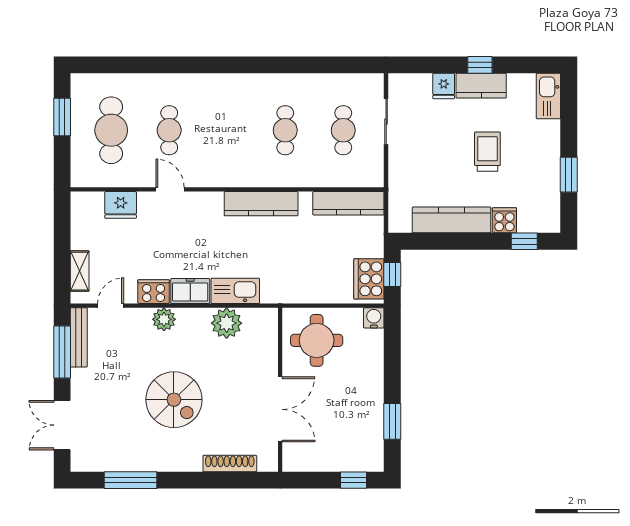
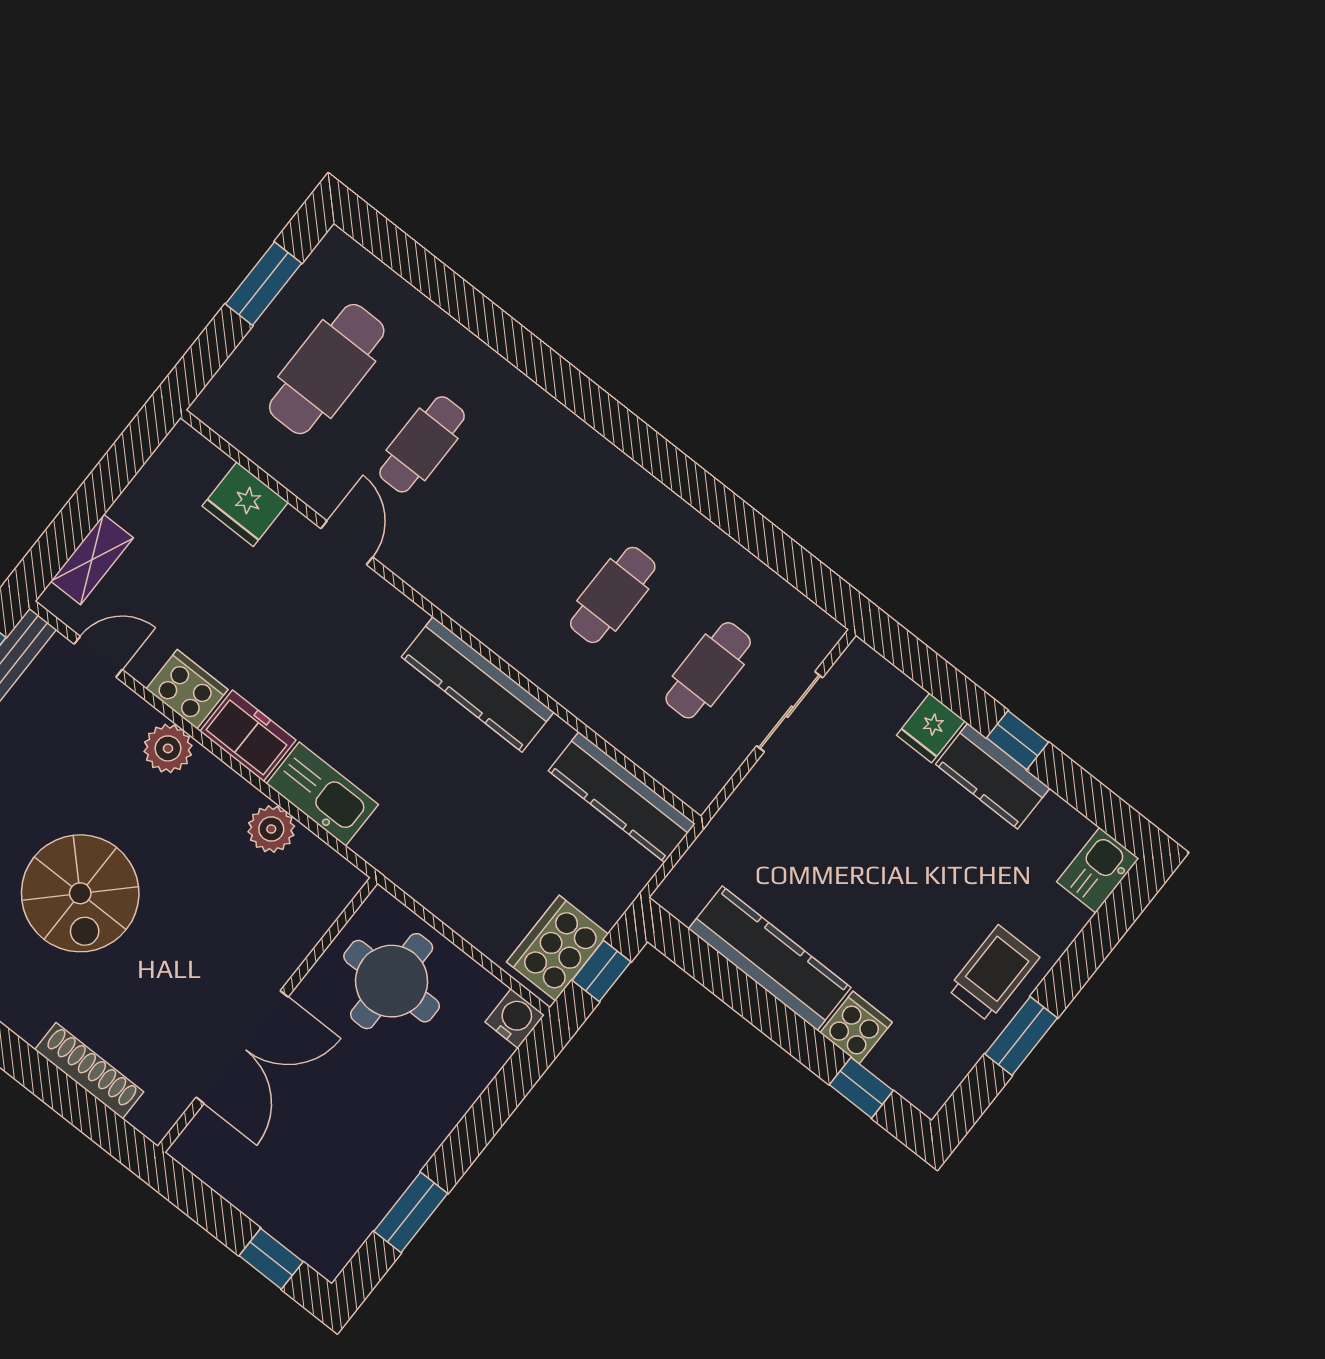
kitchen sink: (548, 96) -> (1098, 870), width x0.73
trolley: (487, 152) -> (994, 973), moved
plant: (227, 323) -> (271, 829), width x0.73, depth x0.73

